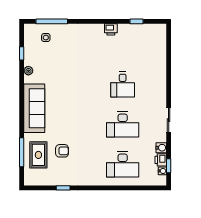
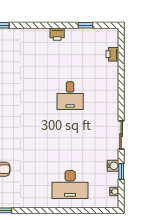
desk: (123, 125) -> (70, 140), removed
printer: (161, 160) -> (112, 54), moved
window: (169, 166) -> (121, 172), moved

